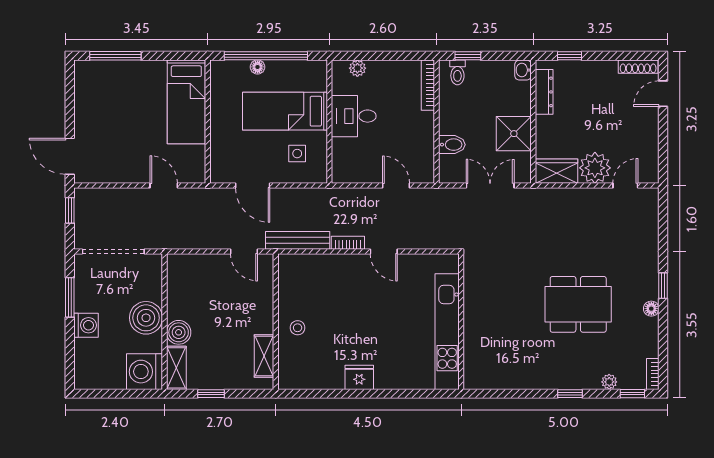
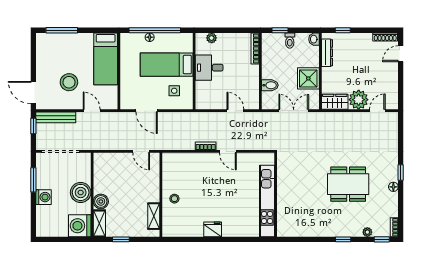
toilet: (457, 72) -> (290, 41), moved
stool: (127, 140) -> (69, 82), added
bench: (298, 240) -> (56, 117), moved

